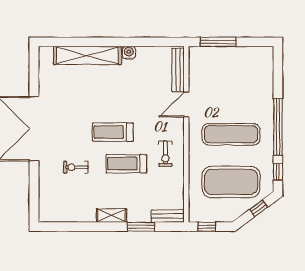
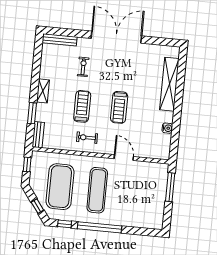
water cooler: (129, 53) -> (167, 128), moved
bench: (178, 70) -> (60, 40), moved
treadmill: (113, 132) -> (119, 107), moved, turned 180

